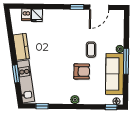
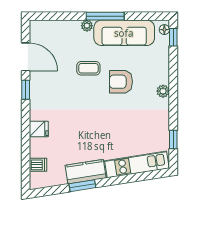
fridge: (37, 15) -> (39, 129), moved
armchair: (82, 71) -> (121, 82), turned -90
window: (16, 74) -> (82, 186), moved

